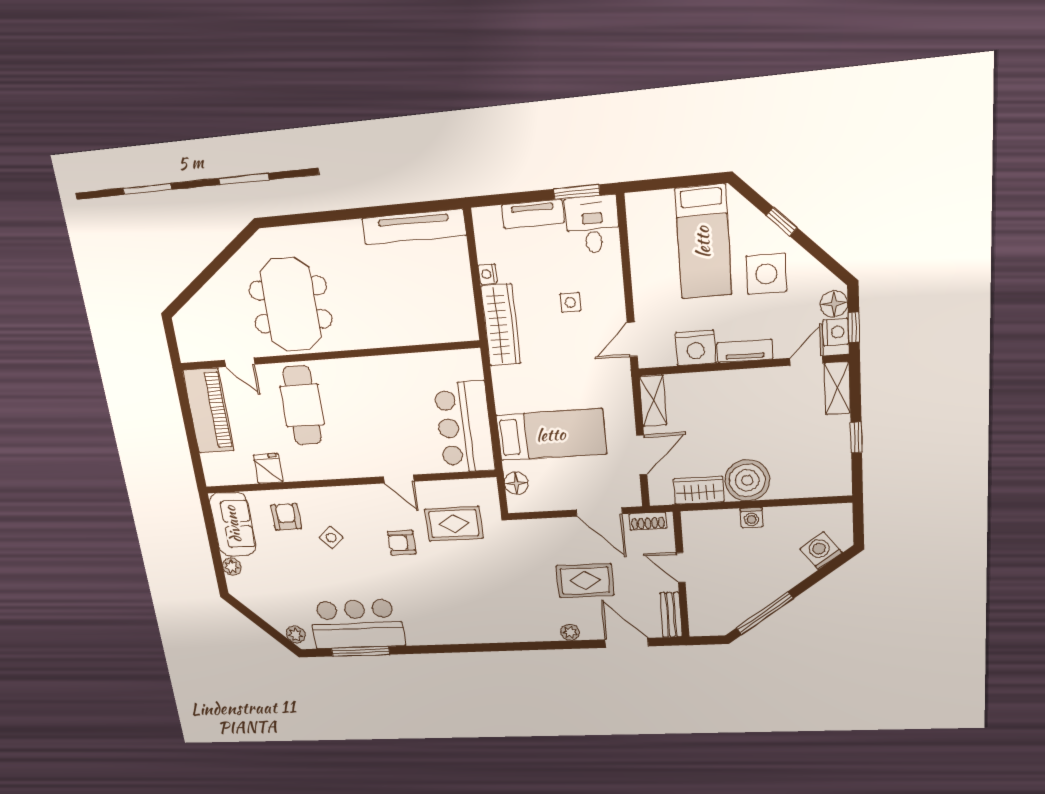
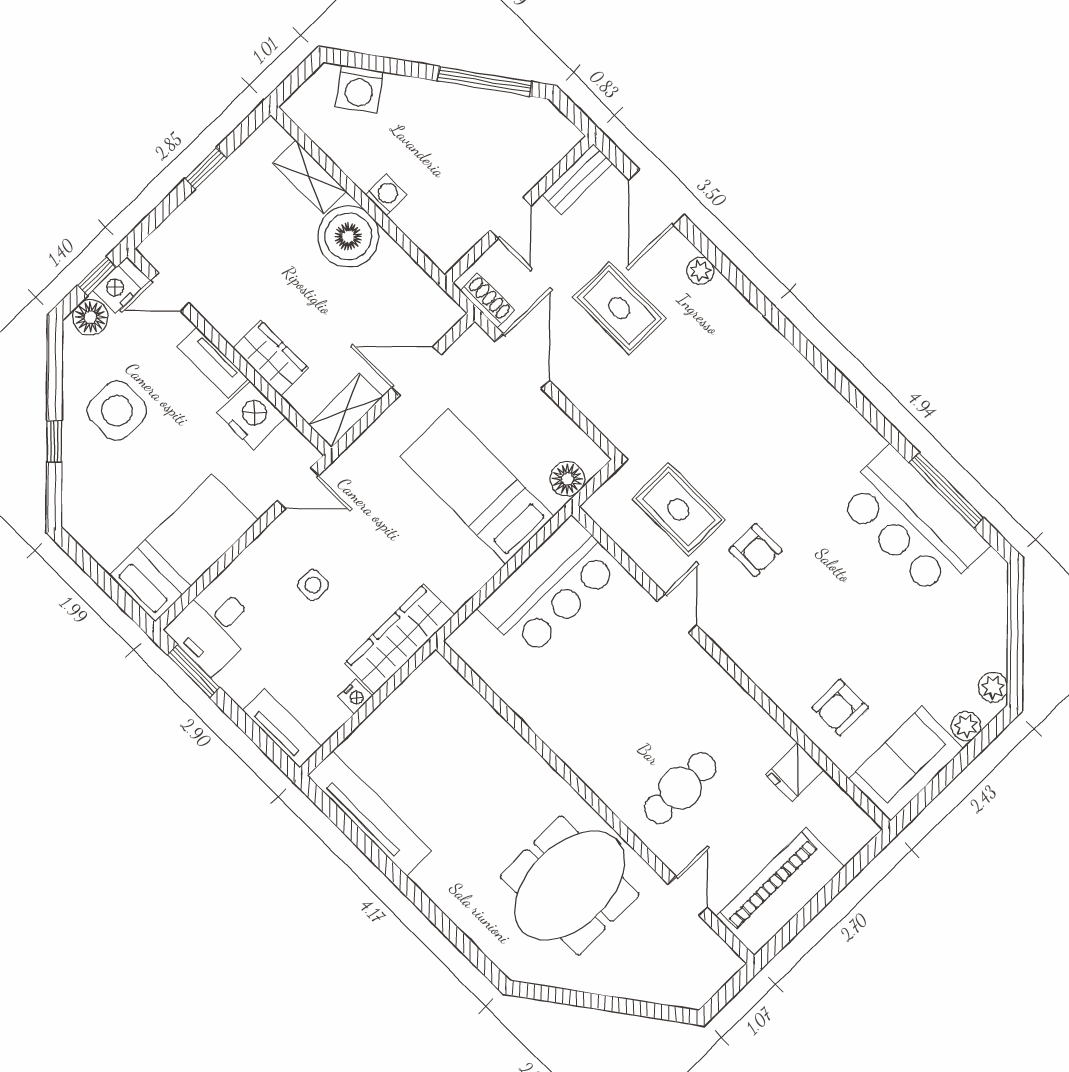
tv unit: (533, 214) -> (282, 728), moved
bed: (703, 242) -> (184, 548), moved
shelving: (837, 388) -> (310, 177), moved, turned 90
cafe table: (302, 405) -> (680, 788), width x0.73, depth x0.74
wardrobe: (699, 490) -> (271, 358), moved, turned 180
side table: (331, 538) -> (821, 636), removed
plant: (296, 635) -> (993, 687), moved

